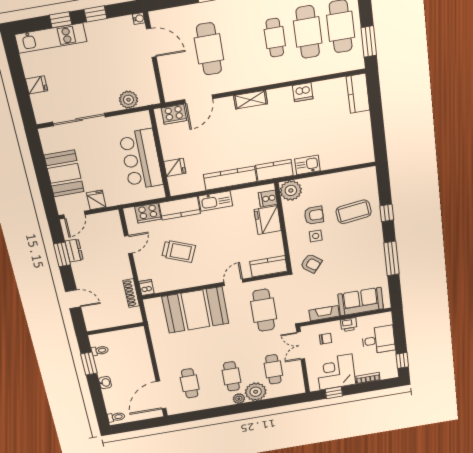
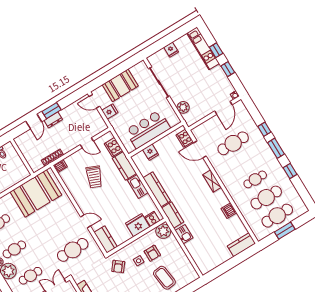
window: (369, 41) -> (285, 231), moved
dresser: (74, 251) -> (53, 120), moved
window: (62, 254) -> (51, 111), moved
booth: (195, 310) -> (36, 193), moved, turned 90

